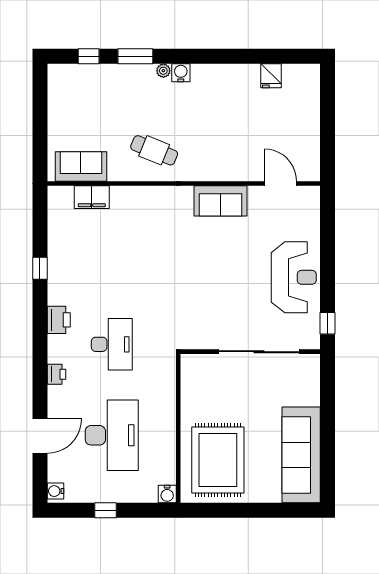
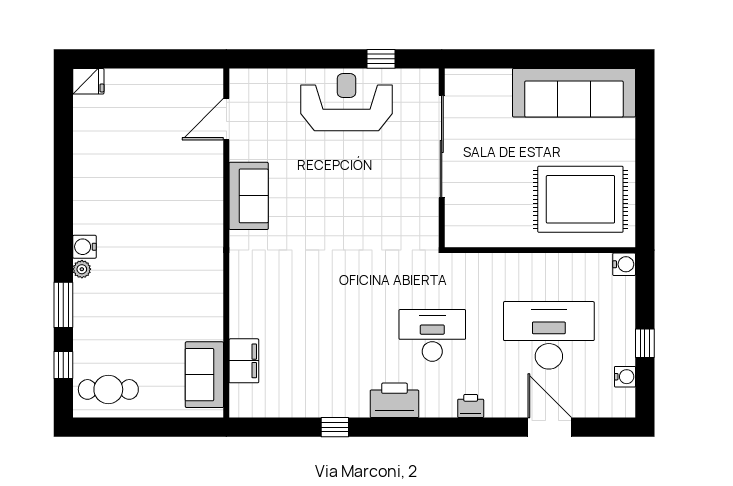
fridge: (271, 76) -> (88, 81), moved
cafe table: (154, 150) -> (108, 389), moved, turned 68
printer: (59, 320) -> (394, 400), width x1.37, depth x1.19
window: (328, 323) -> (381, 59), moved
water cooler: (56, 491) -> (625, 377), moved, turned -90

